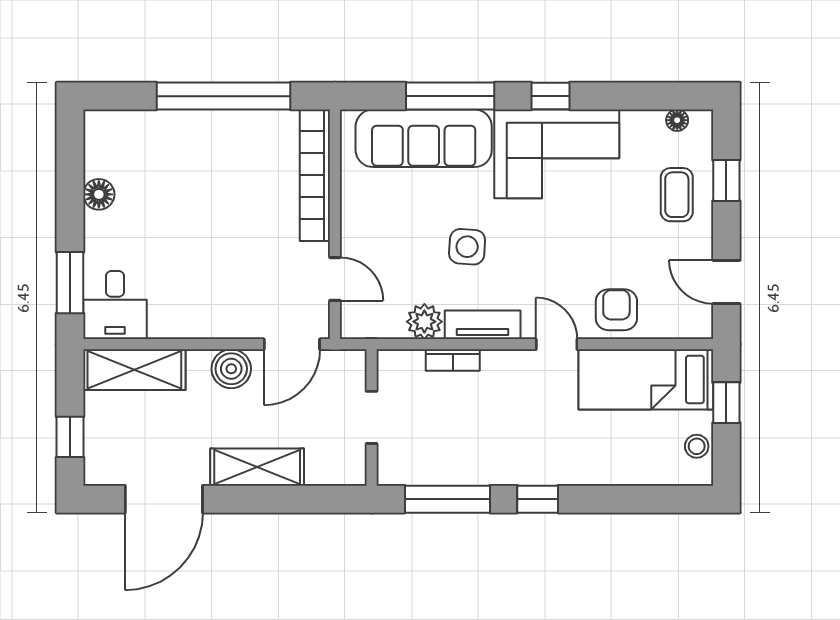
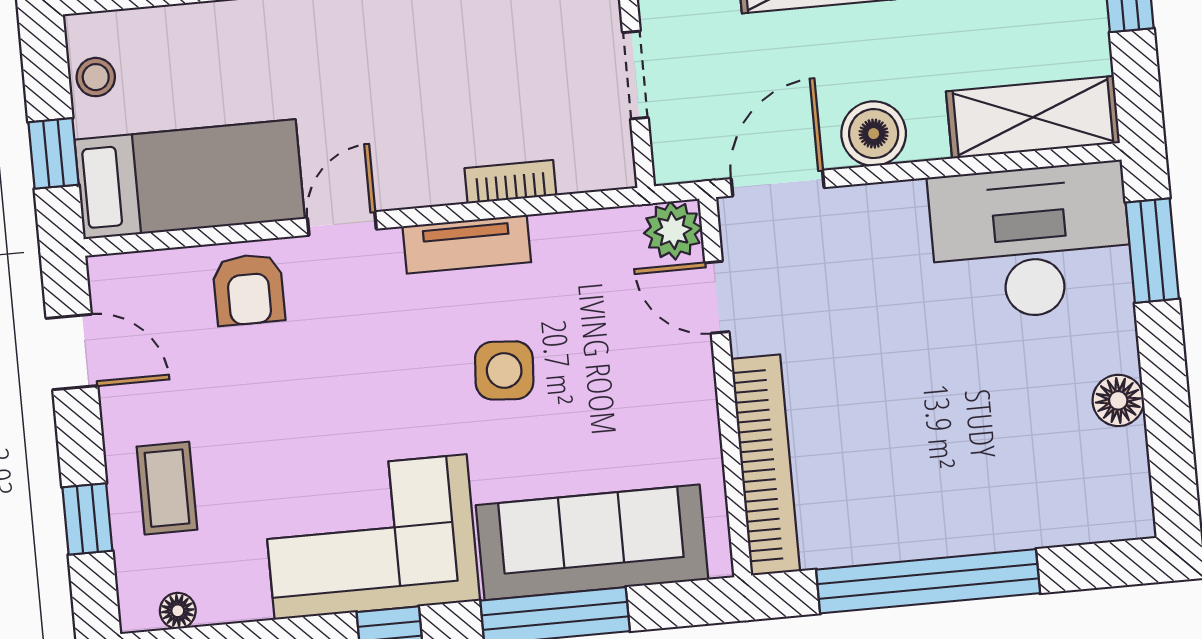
desk: (115, 305) -> (1031, 242), width x1.87, depth x1.30
plant: (424, 322) -> (673, 231), moved
door: (557, 344) -> (342, 224), swing flipped

